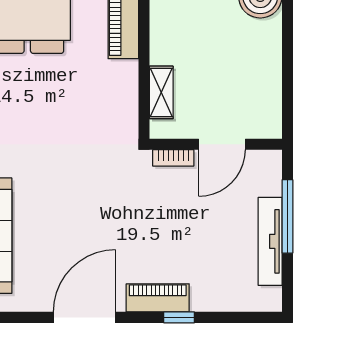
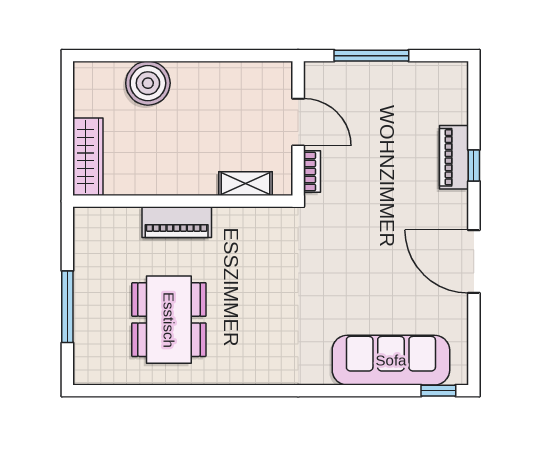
tv unit: (270, 241) -> (397, 73), removed
piano: (158, 298) -> (454, 157), moved

